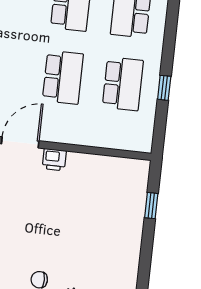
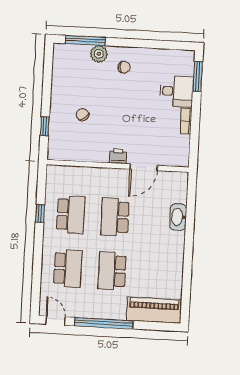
school desk: (123, 84) -> (71, 215), turned 180
chair: (99, 218) -> (83, 115), added

